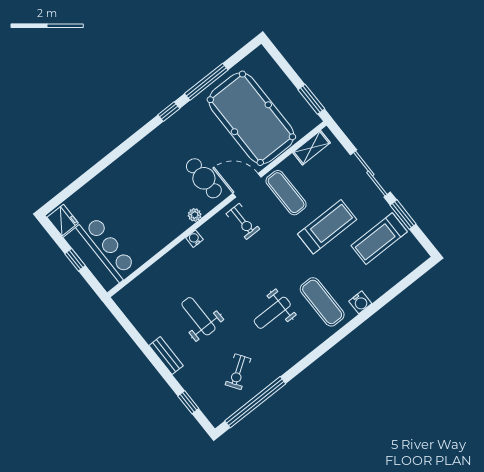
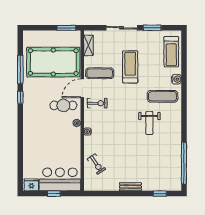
treadmill: (379, 239) -> (171, 52), moved
weight bench: (198, 316) -> (124, 158), removed
exercise bike: (238, 372) -> (96, 164), moved

